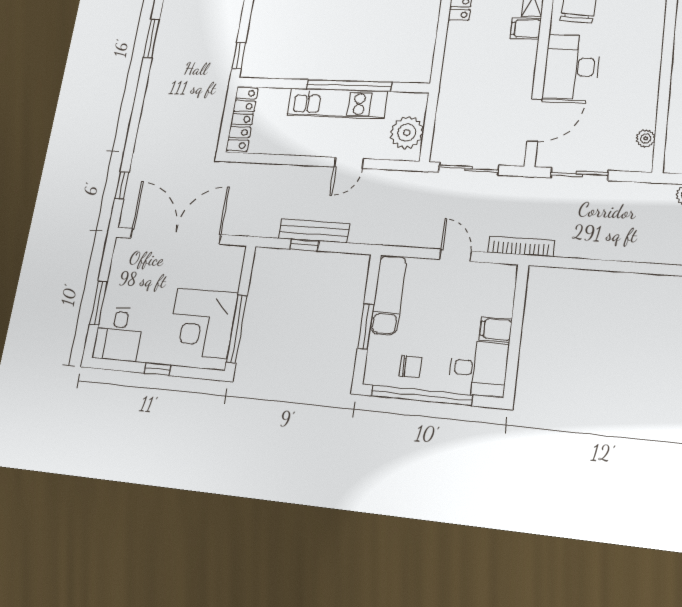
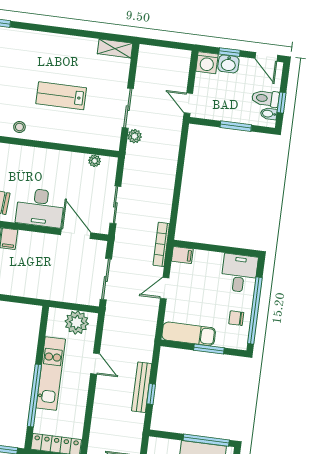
window: (349, 86) -> (34, 395), moved
filing cabinet: (496, 329) -> (182, 255), moved, turned -90
chair: (410, 367) -> (236, 318), turned -90

